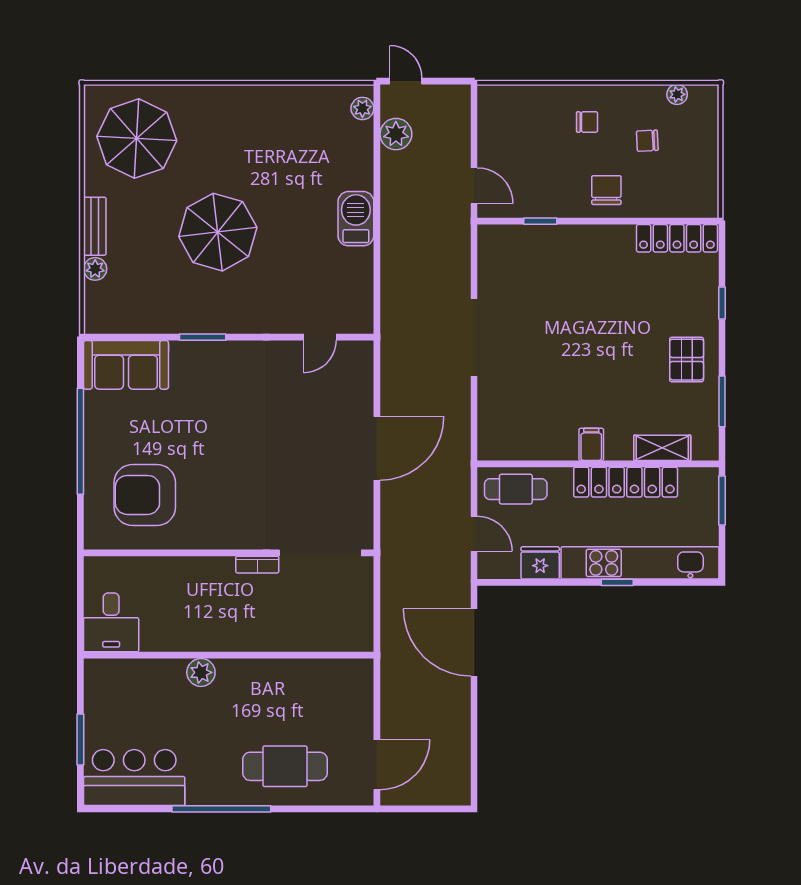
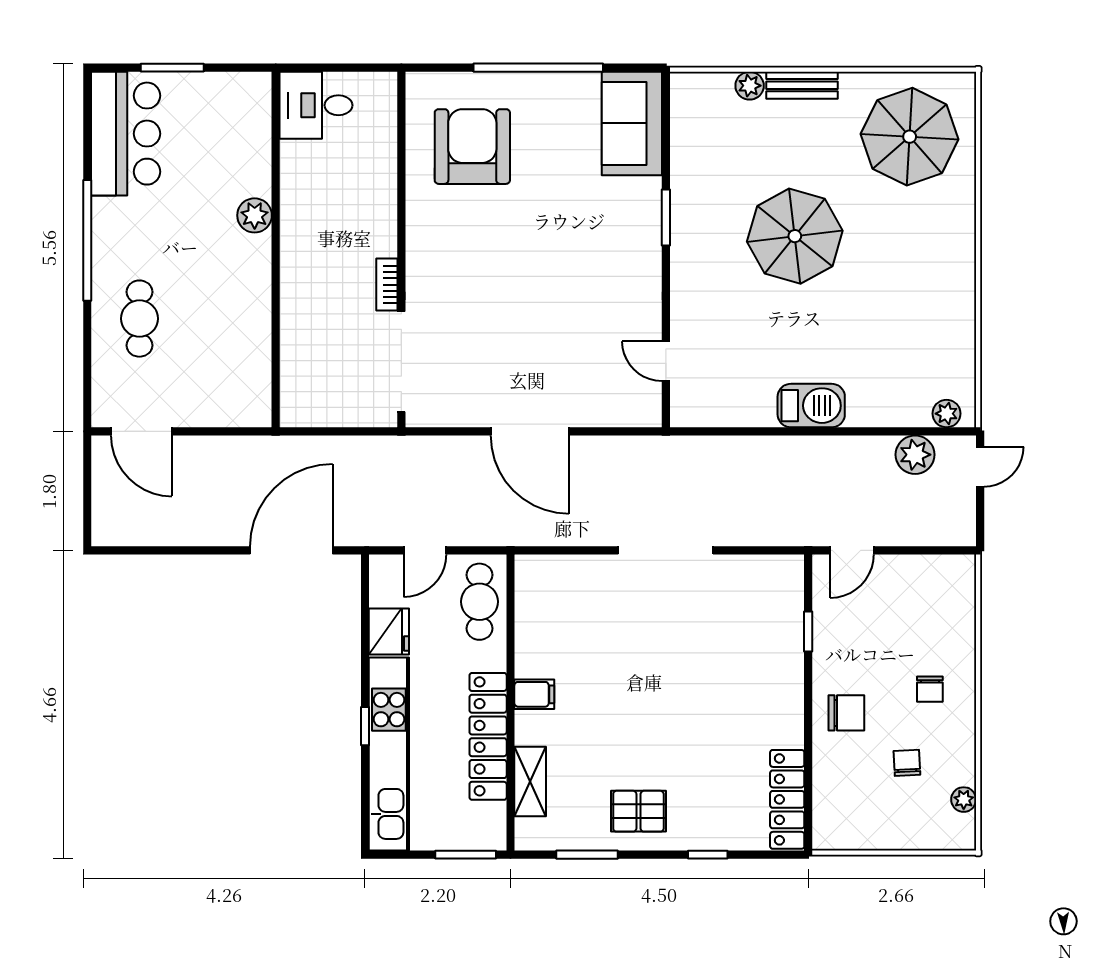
cafe table: (285, 766) -> (139, 319), width x0.73, depth x0.74

